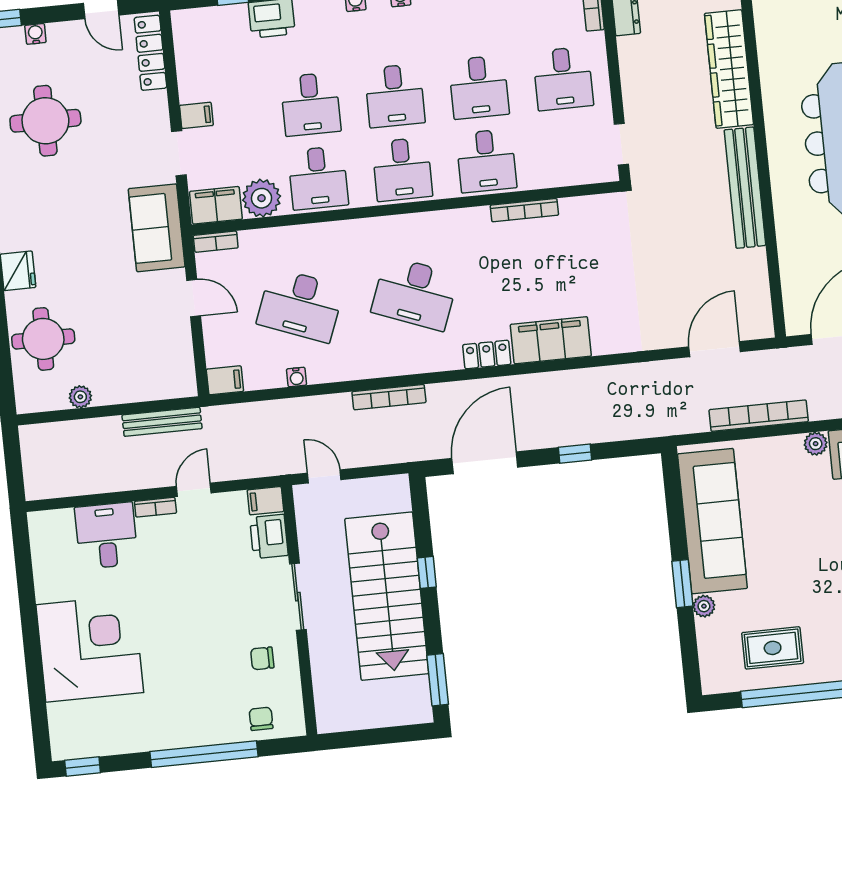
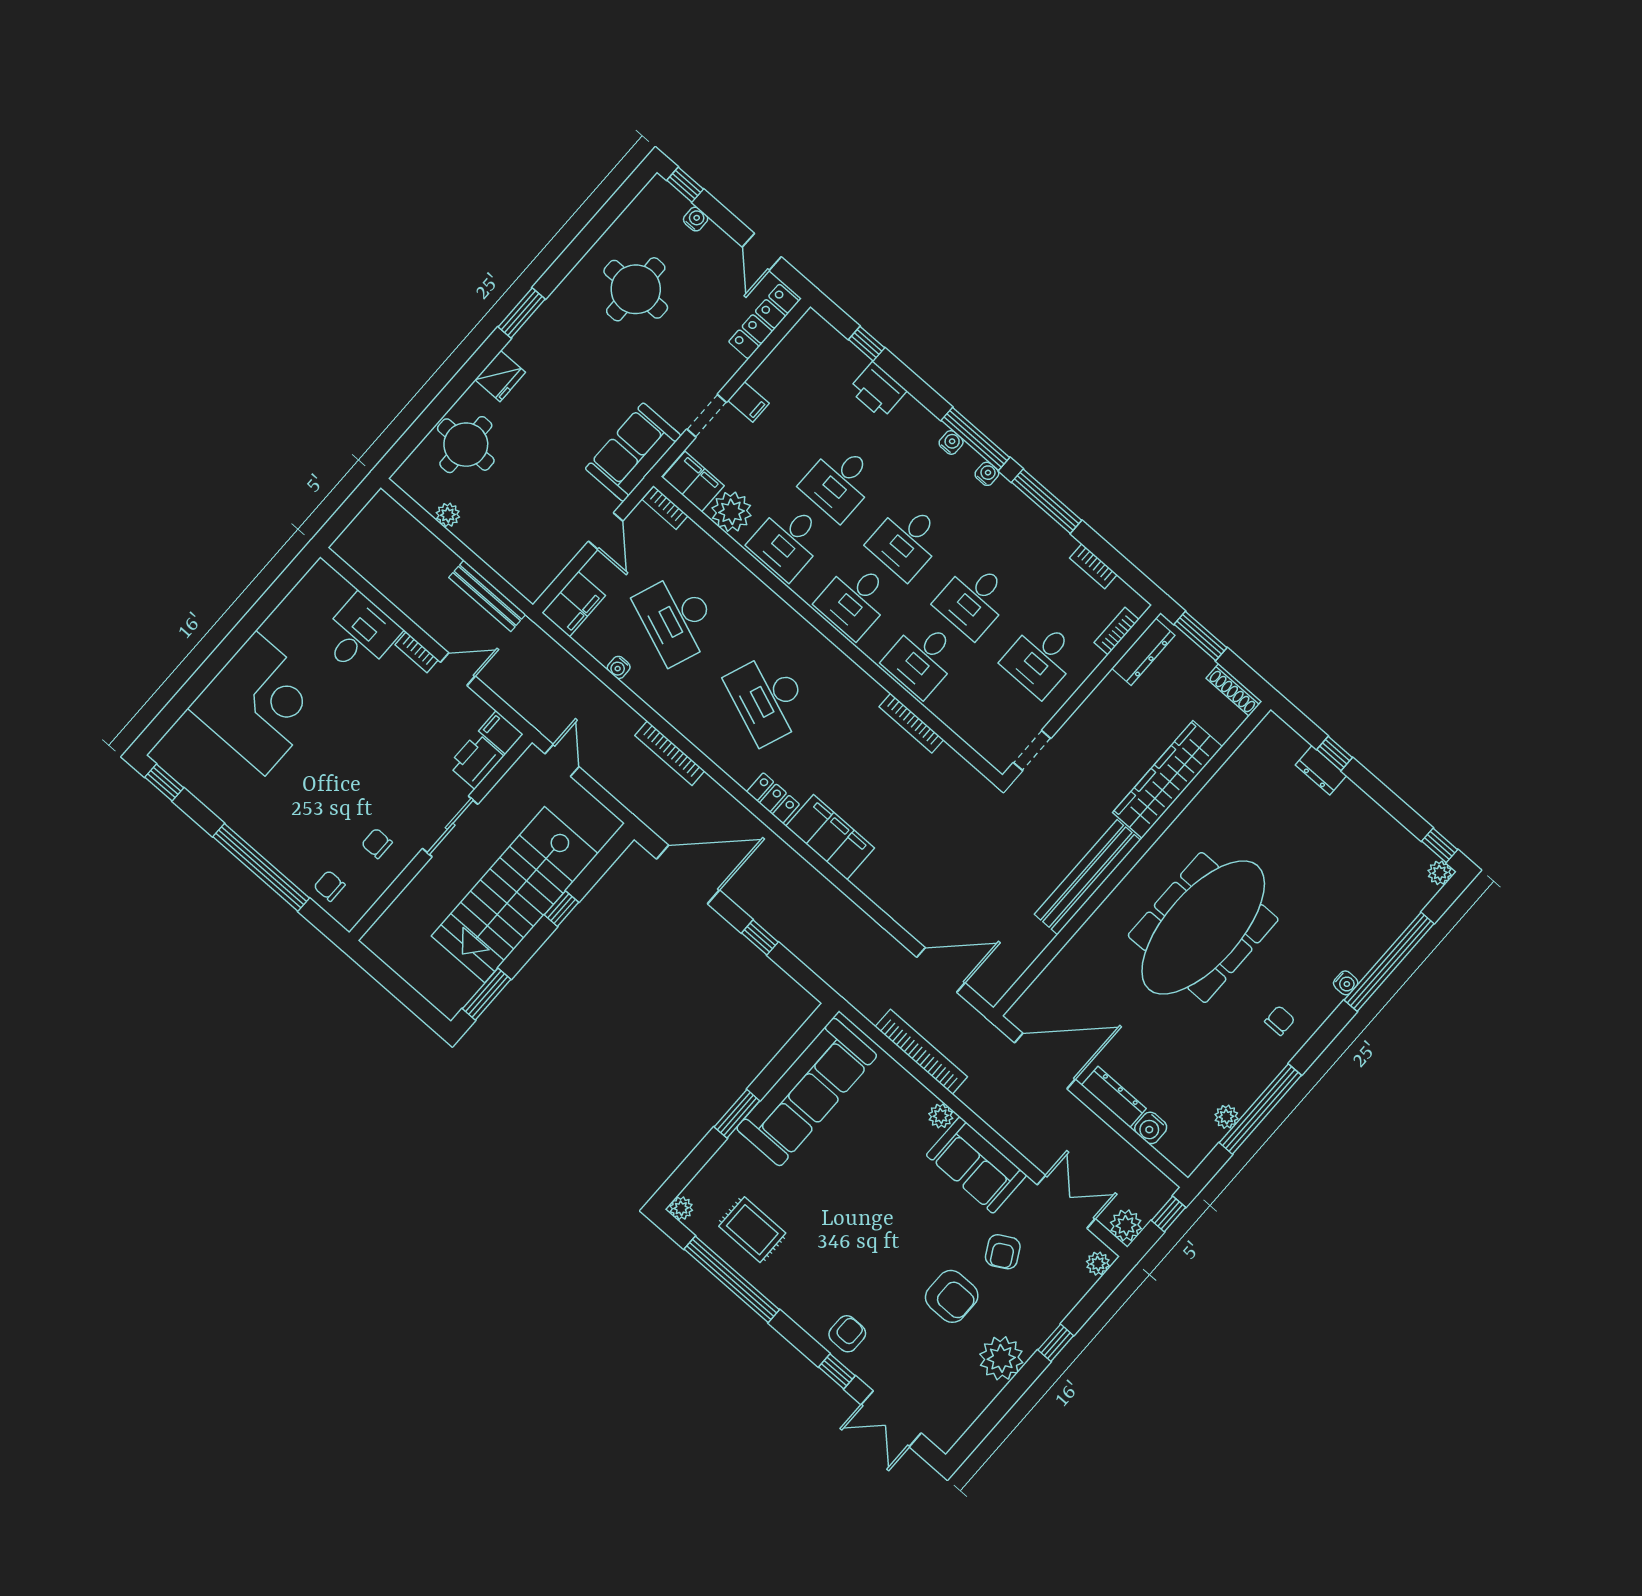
filing cabinet: (225, 380) -> (574, 604), width x2.00
plant: (704, 606) -> (681, 1208), moved
chair: (261, 719) -> (329, 886), turned -90

